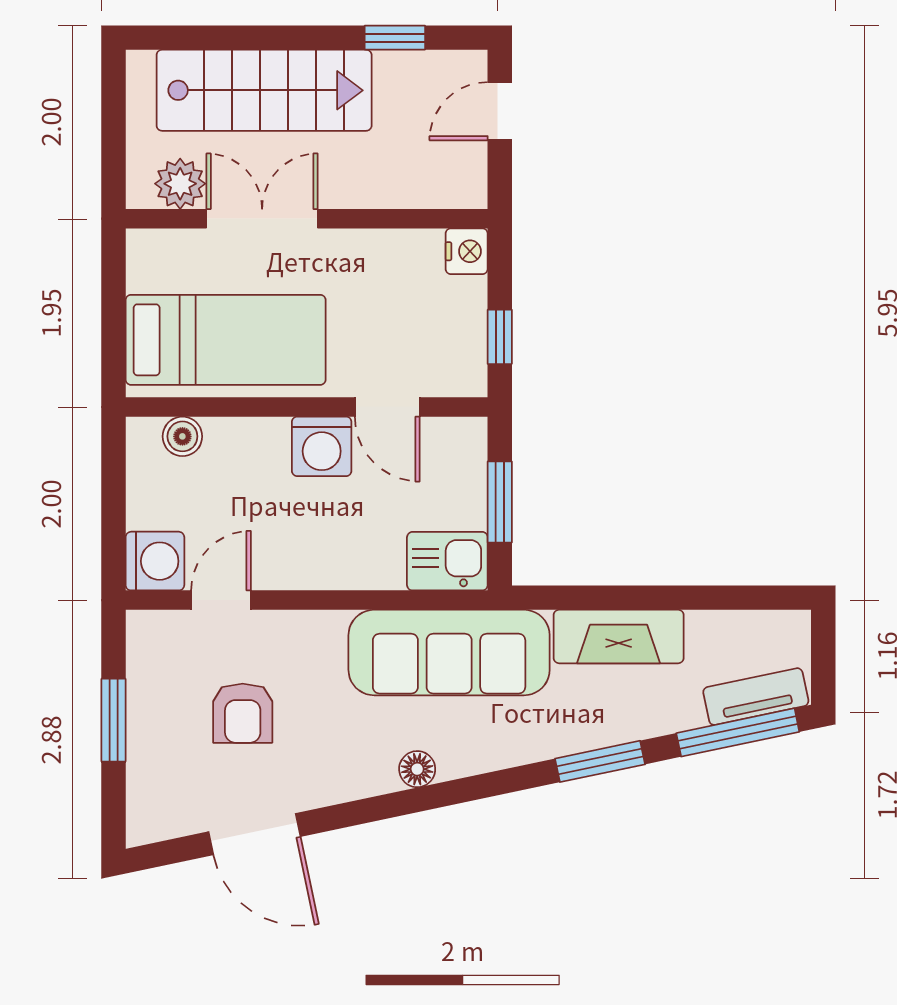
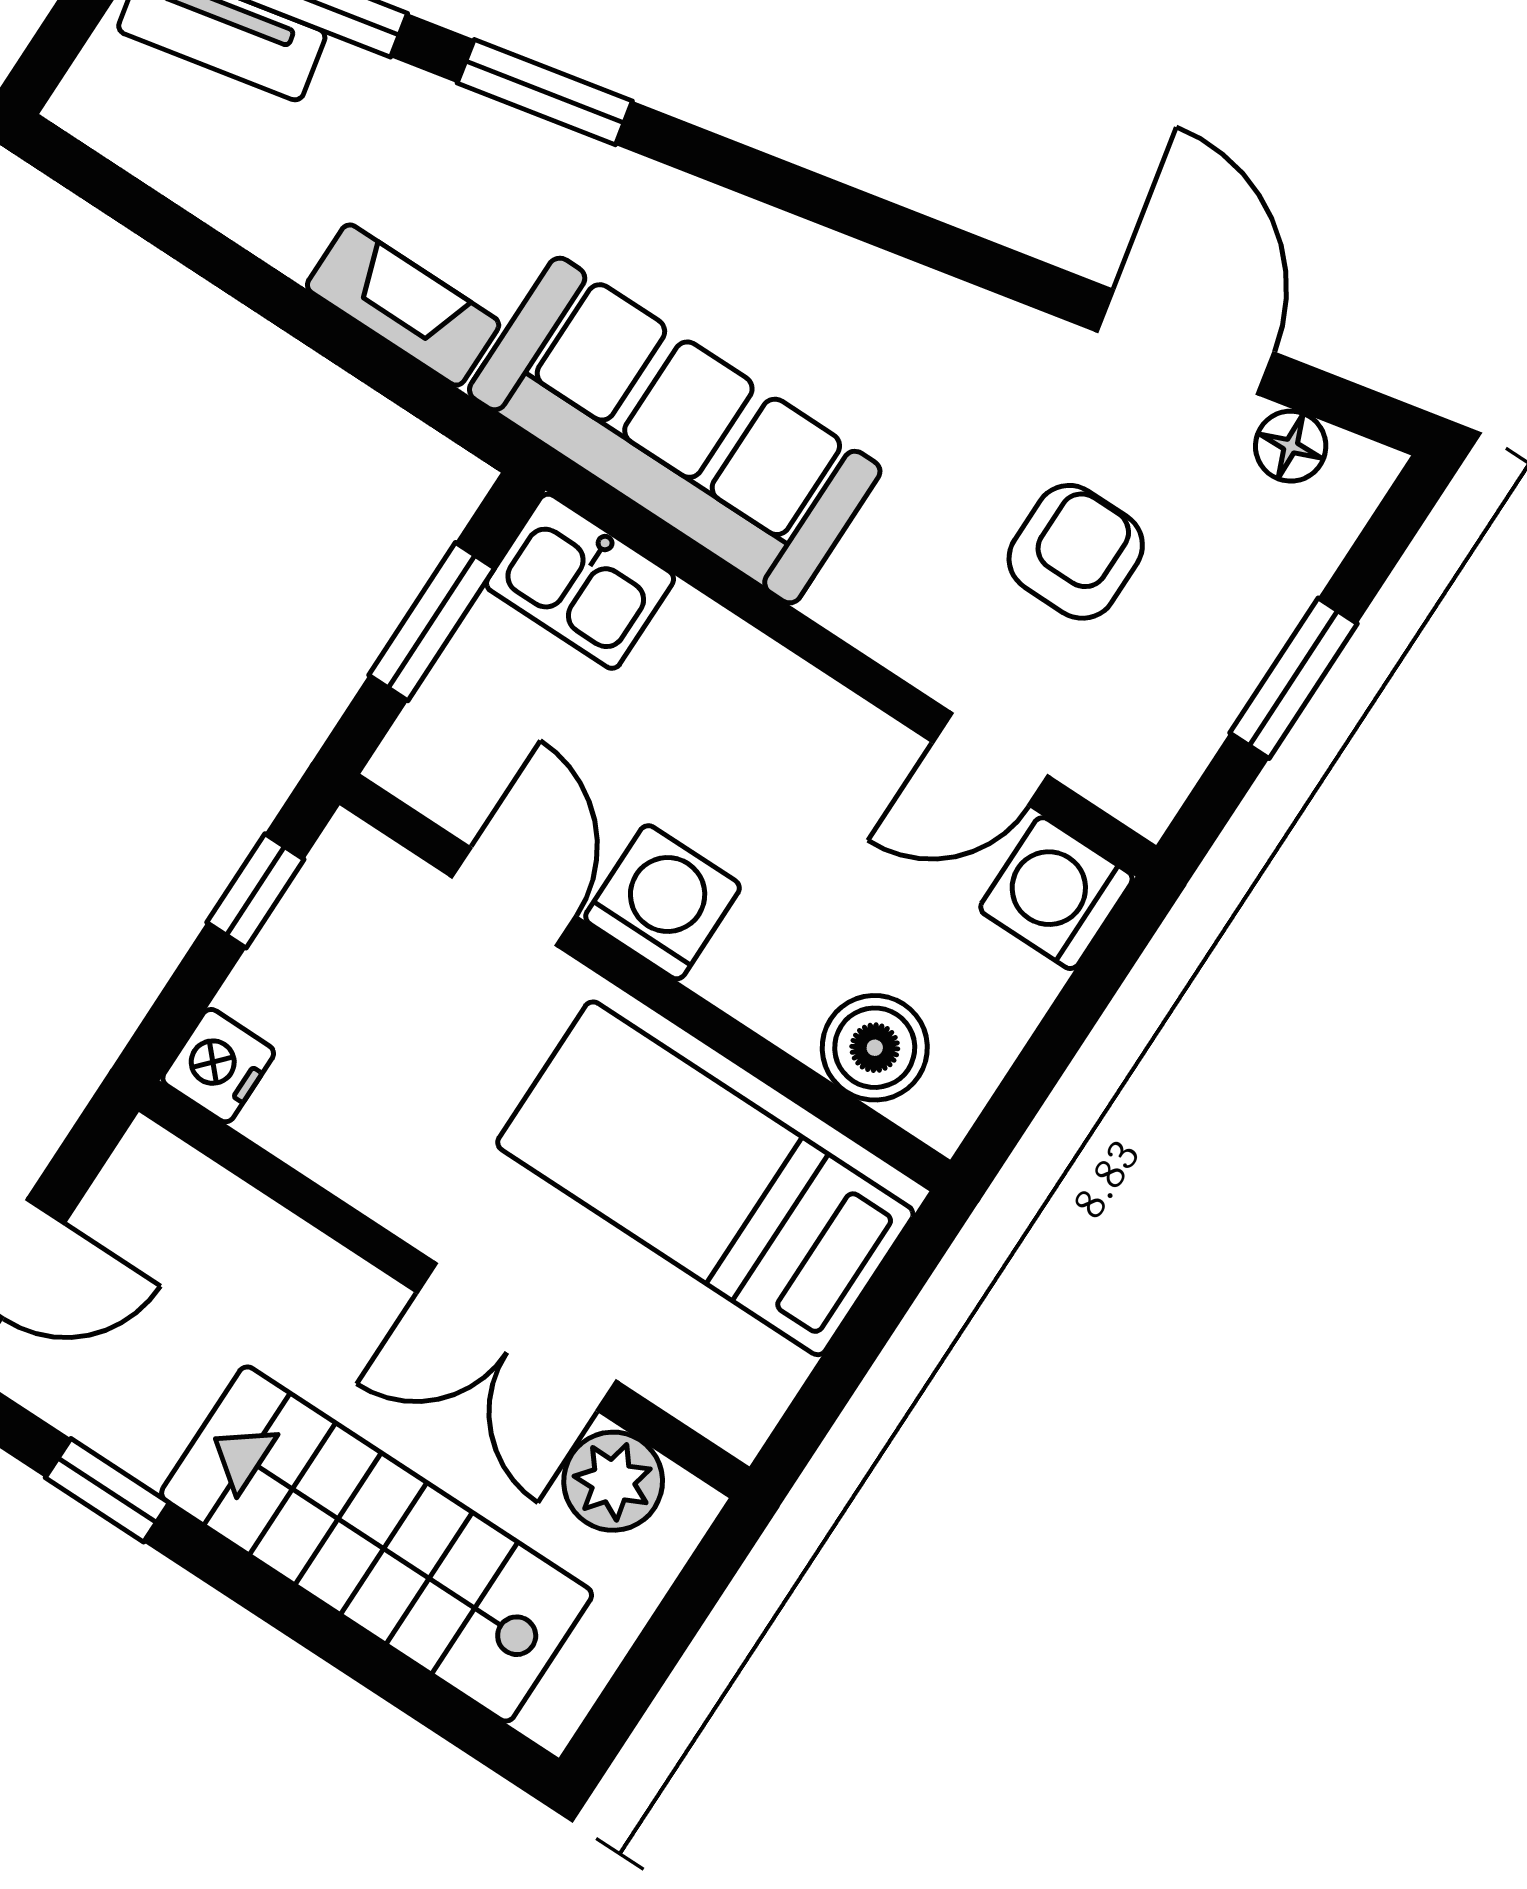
boiler: (182, 436) -> (875, 1048), width x1.36, depth x1.36
fireplace: (619, 637) -> (403, 305), width x0.73, depth x0.76
floor lamp: (417, 769) -> (1291, 446), moved

